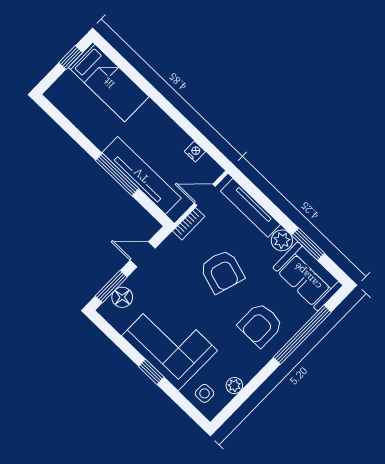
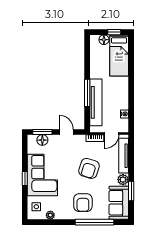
floor lamp: (67, 82) -> (104, 40), added
door: (205, 195) -> (112, 134), swing flipped
armchair: (260, 325) -> (83, 203), turned -90

